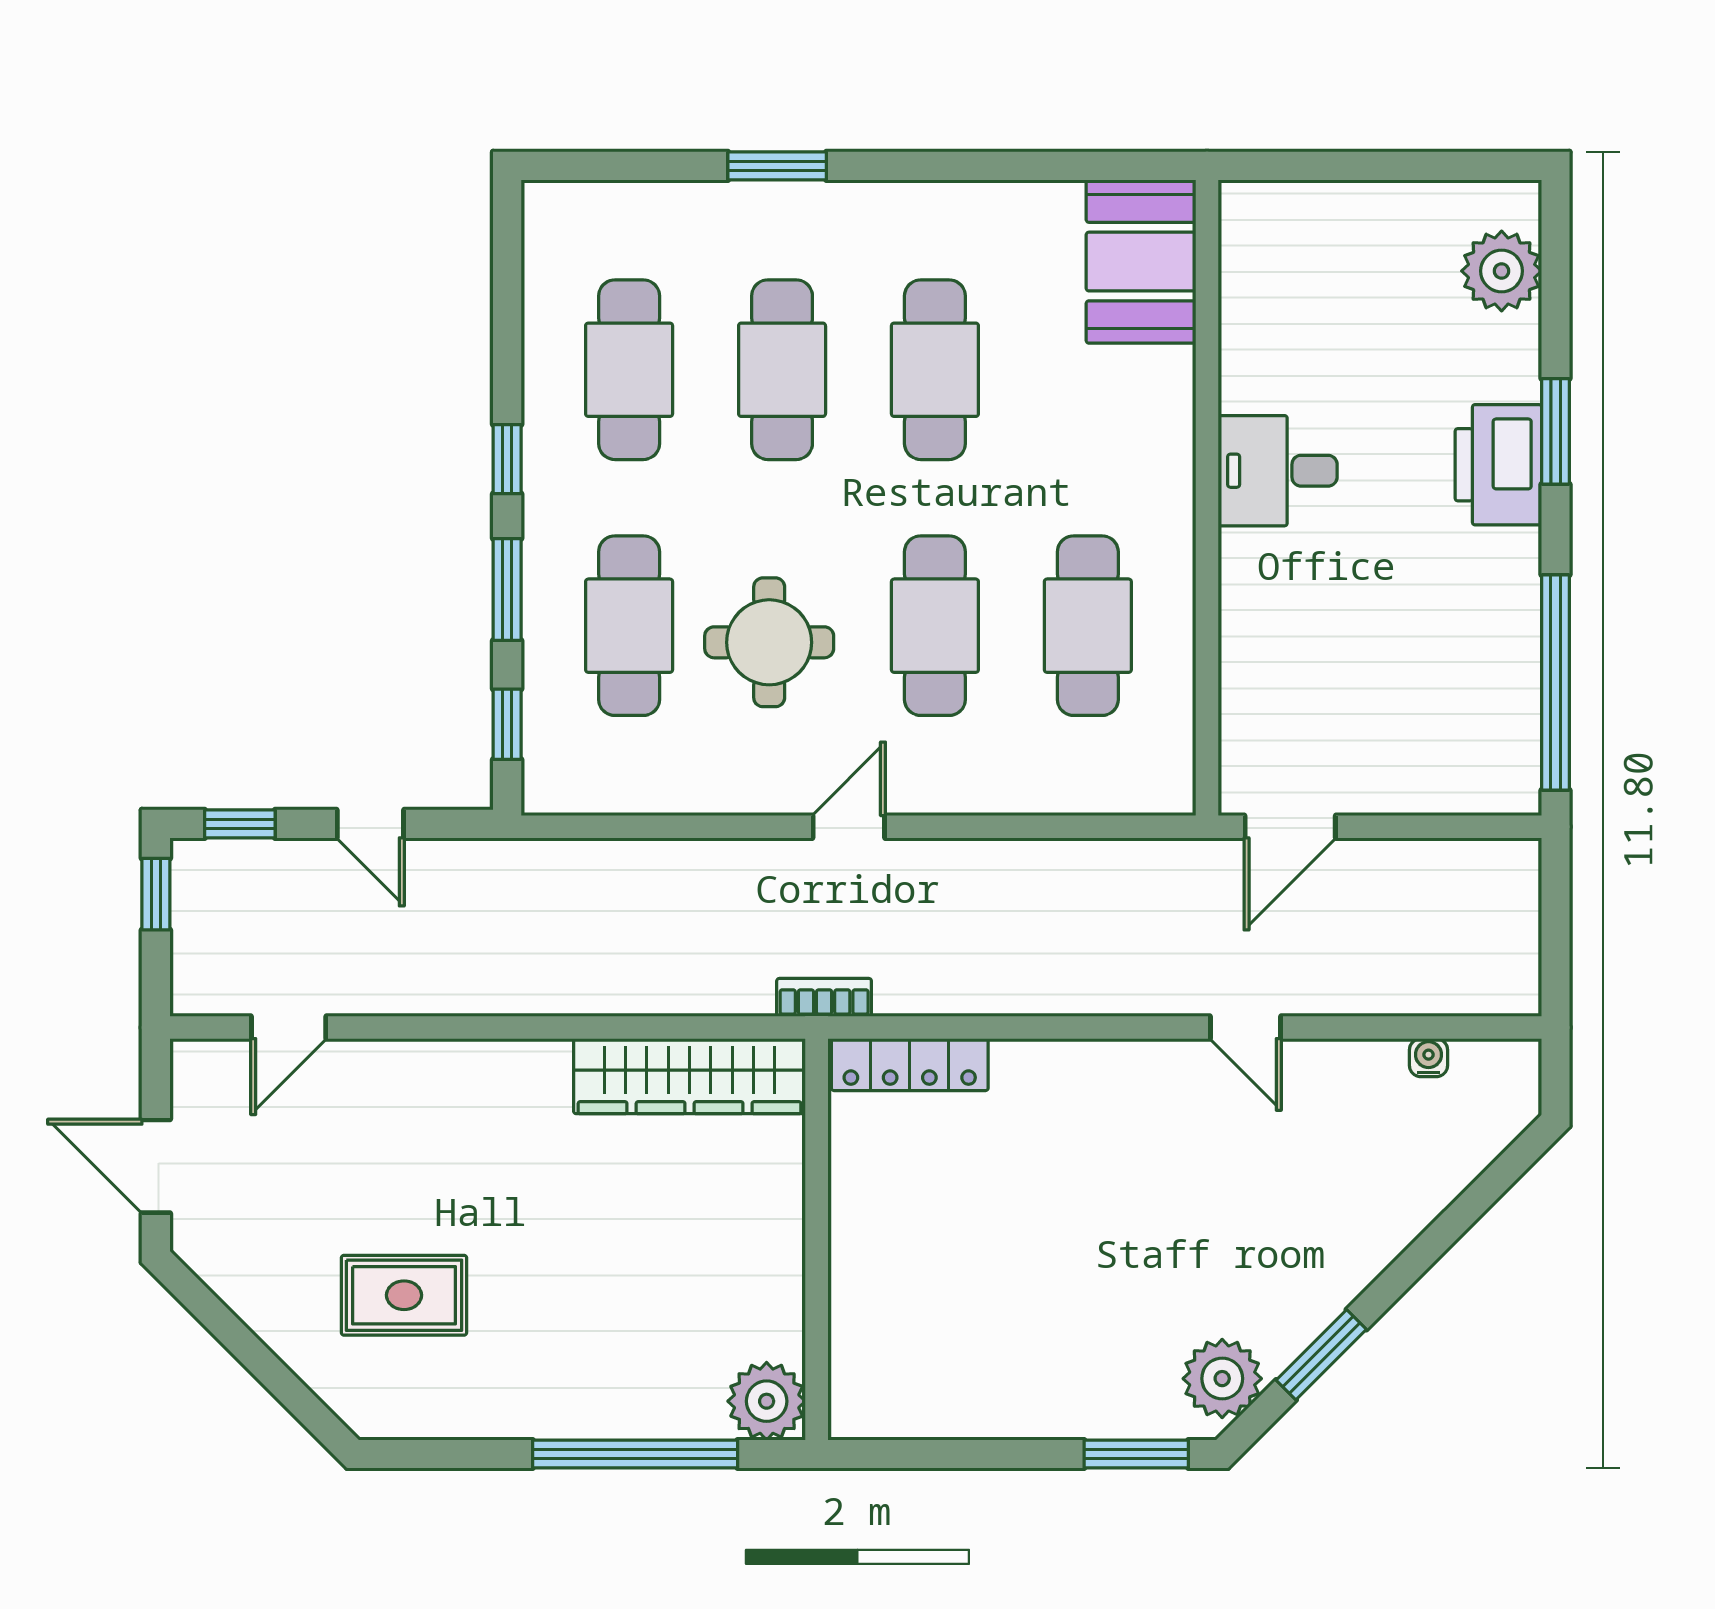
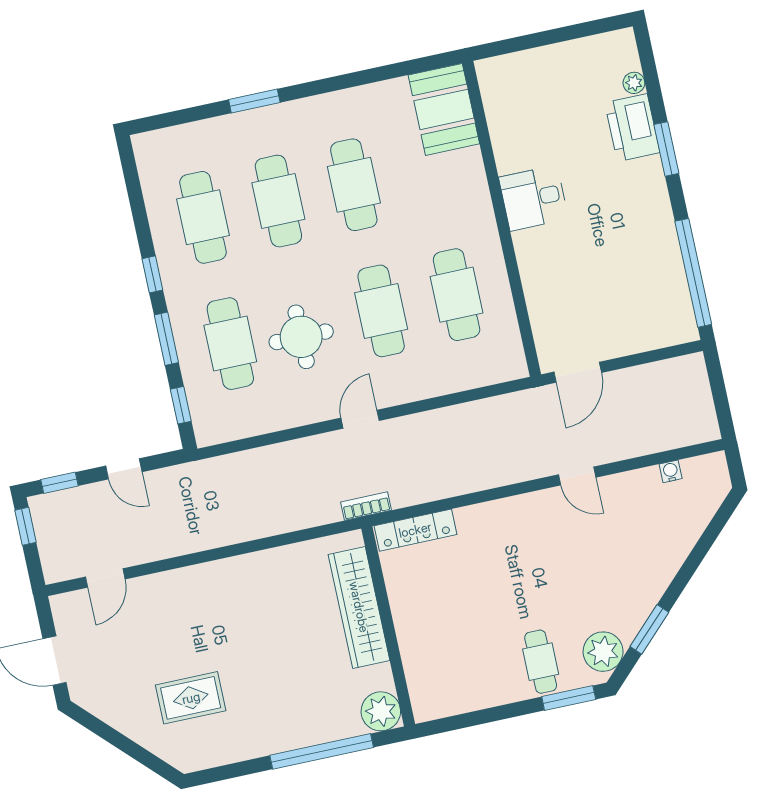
plant: (1502, 271) -> (634, 83), width x0.53, depth x0.53
printer: (1498, 465) -> (632, 128), moved
wardrobe: (690, 1076) -> (359, 607), moved, turned 90
cafe table: (1097, 1372) -> (541, 662), added

